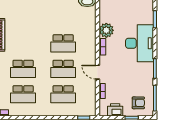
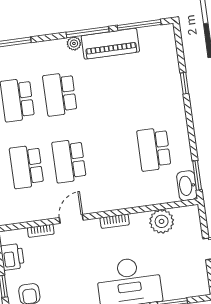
plant: (106, 30) -> (162, 221), moved
school desk: (63, 43) -> (154, 149), moved

